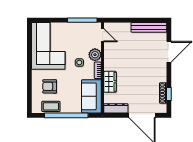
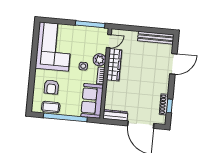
door: (102, 35) -> (109, 41), hinge flipped
wardrobe: (110, 82) -> (114, 65), moved, width x1.50
armchair: (50, 86) -> (51, 87), turned -90

